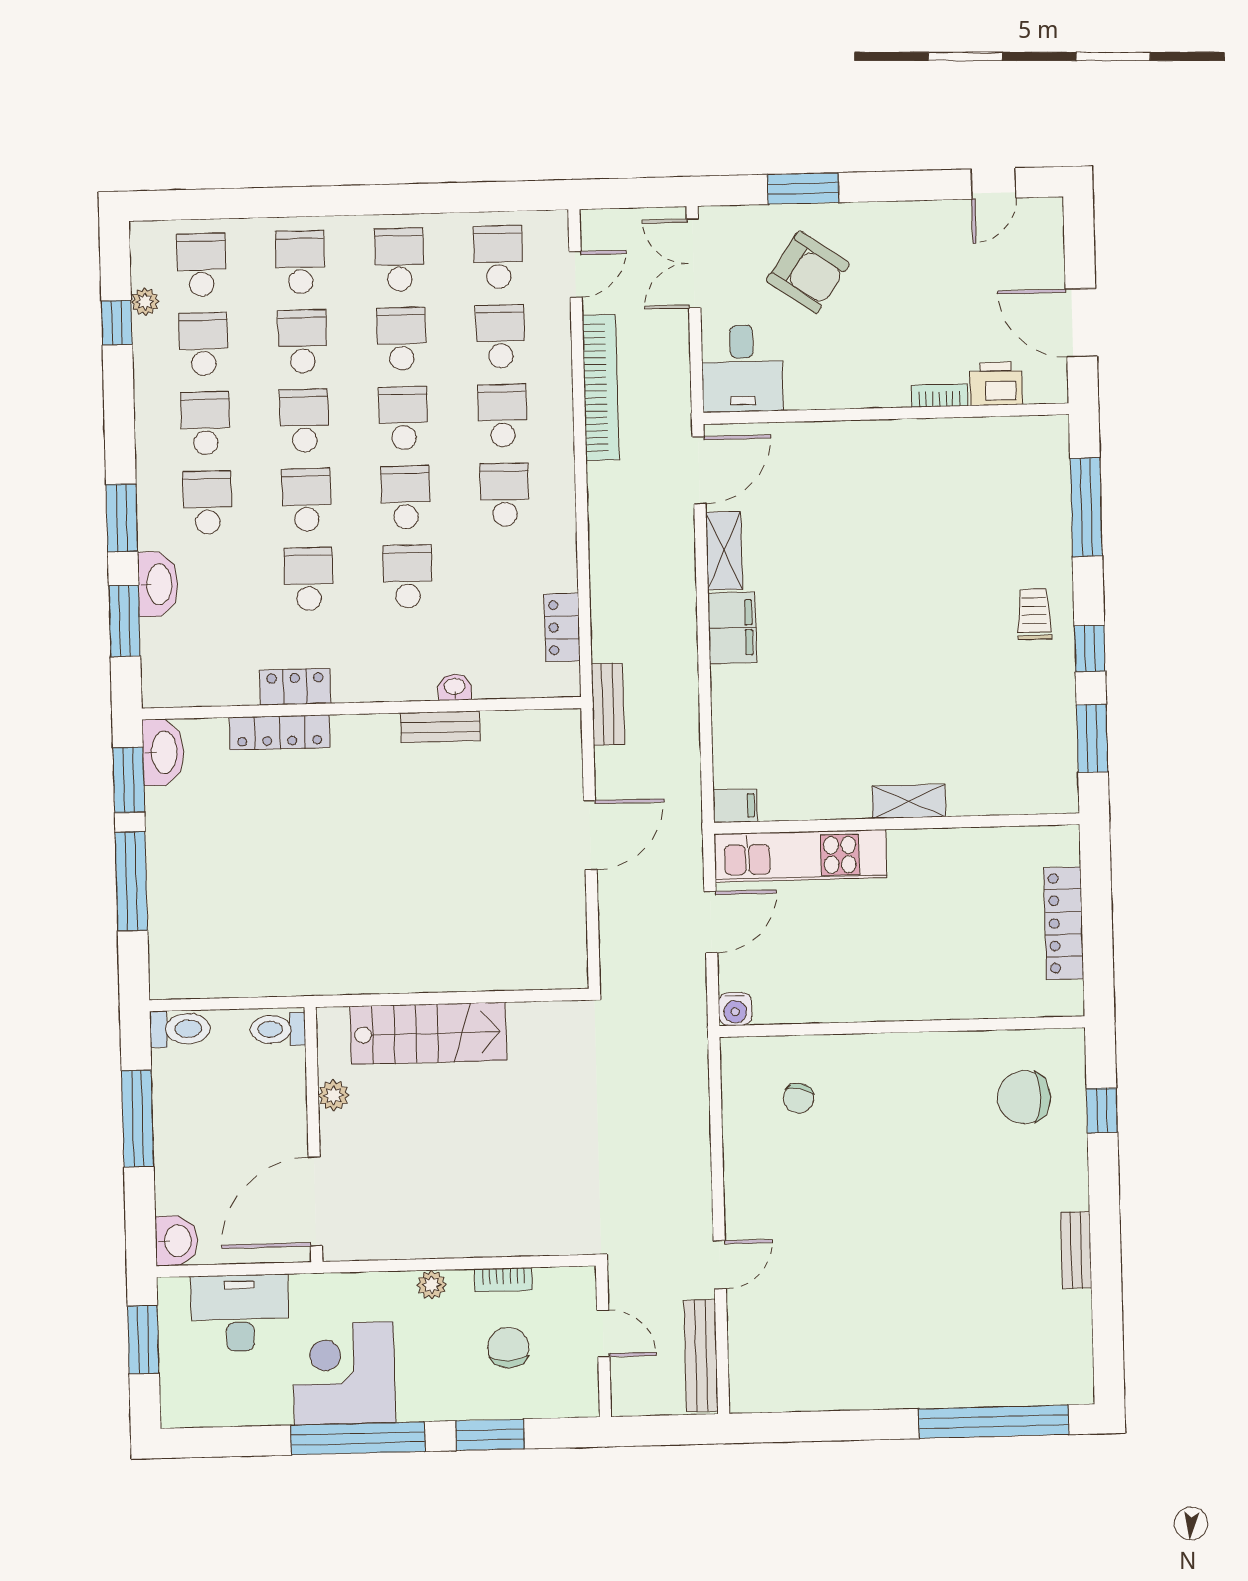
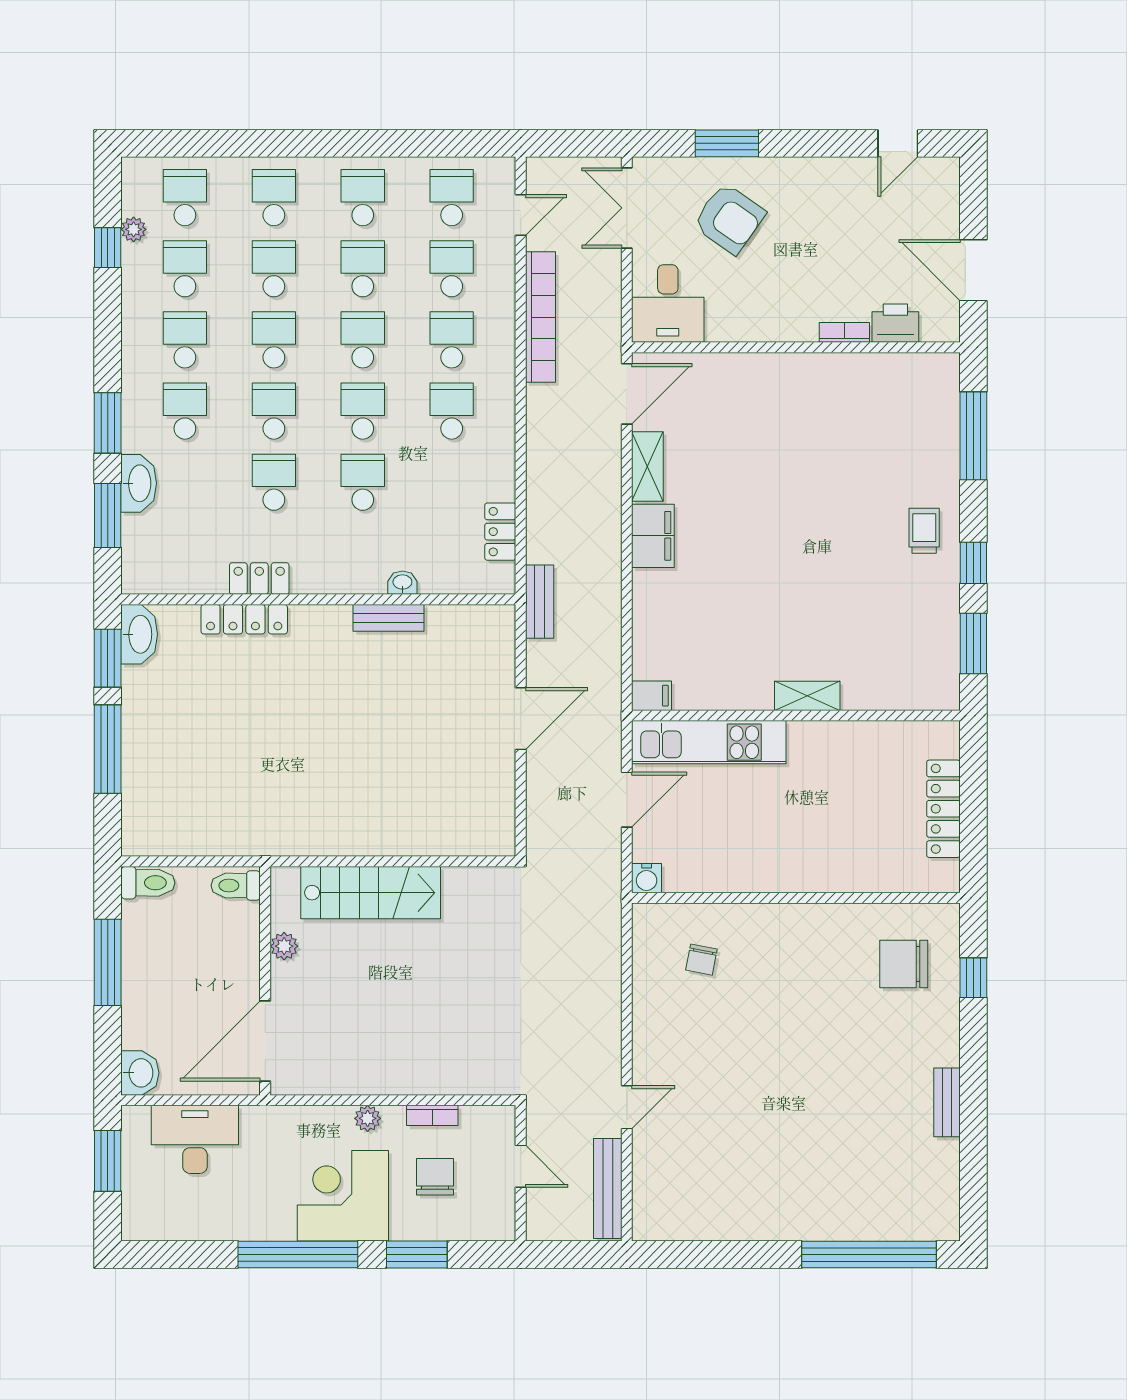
corner desk: (344, 1373) -> (343, 1196), moved

